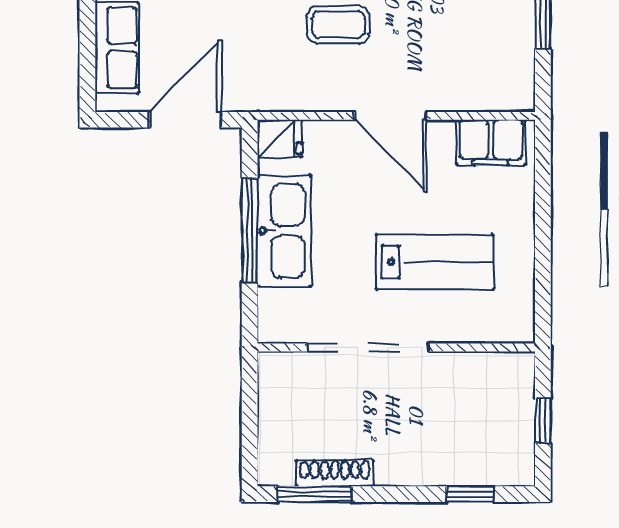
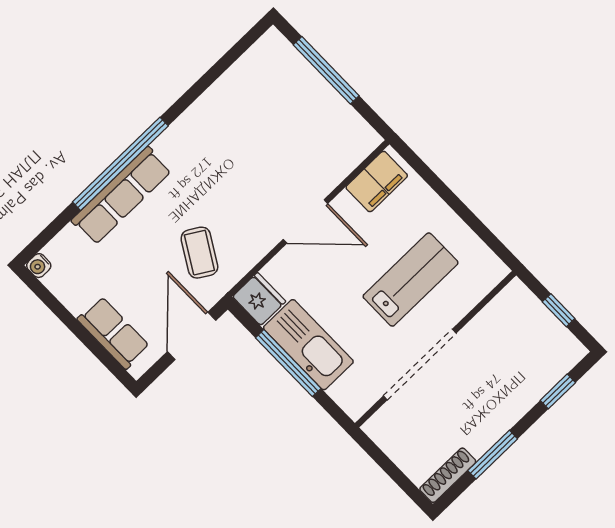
coffee table: (338, 25) -> (199, 253), moved, turned -59
fridge: (280, 139) -> (259, 299), width x1.38
shoe rack: (335, 473) -> (448, 475), moved
window: (315, 494) -> (493, 455), moved

